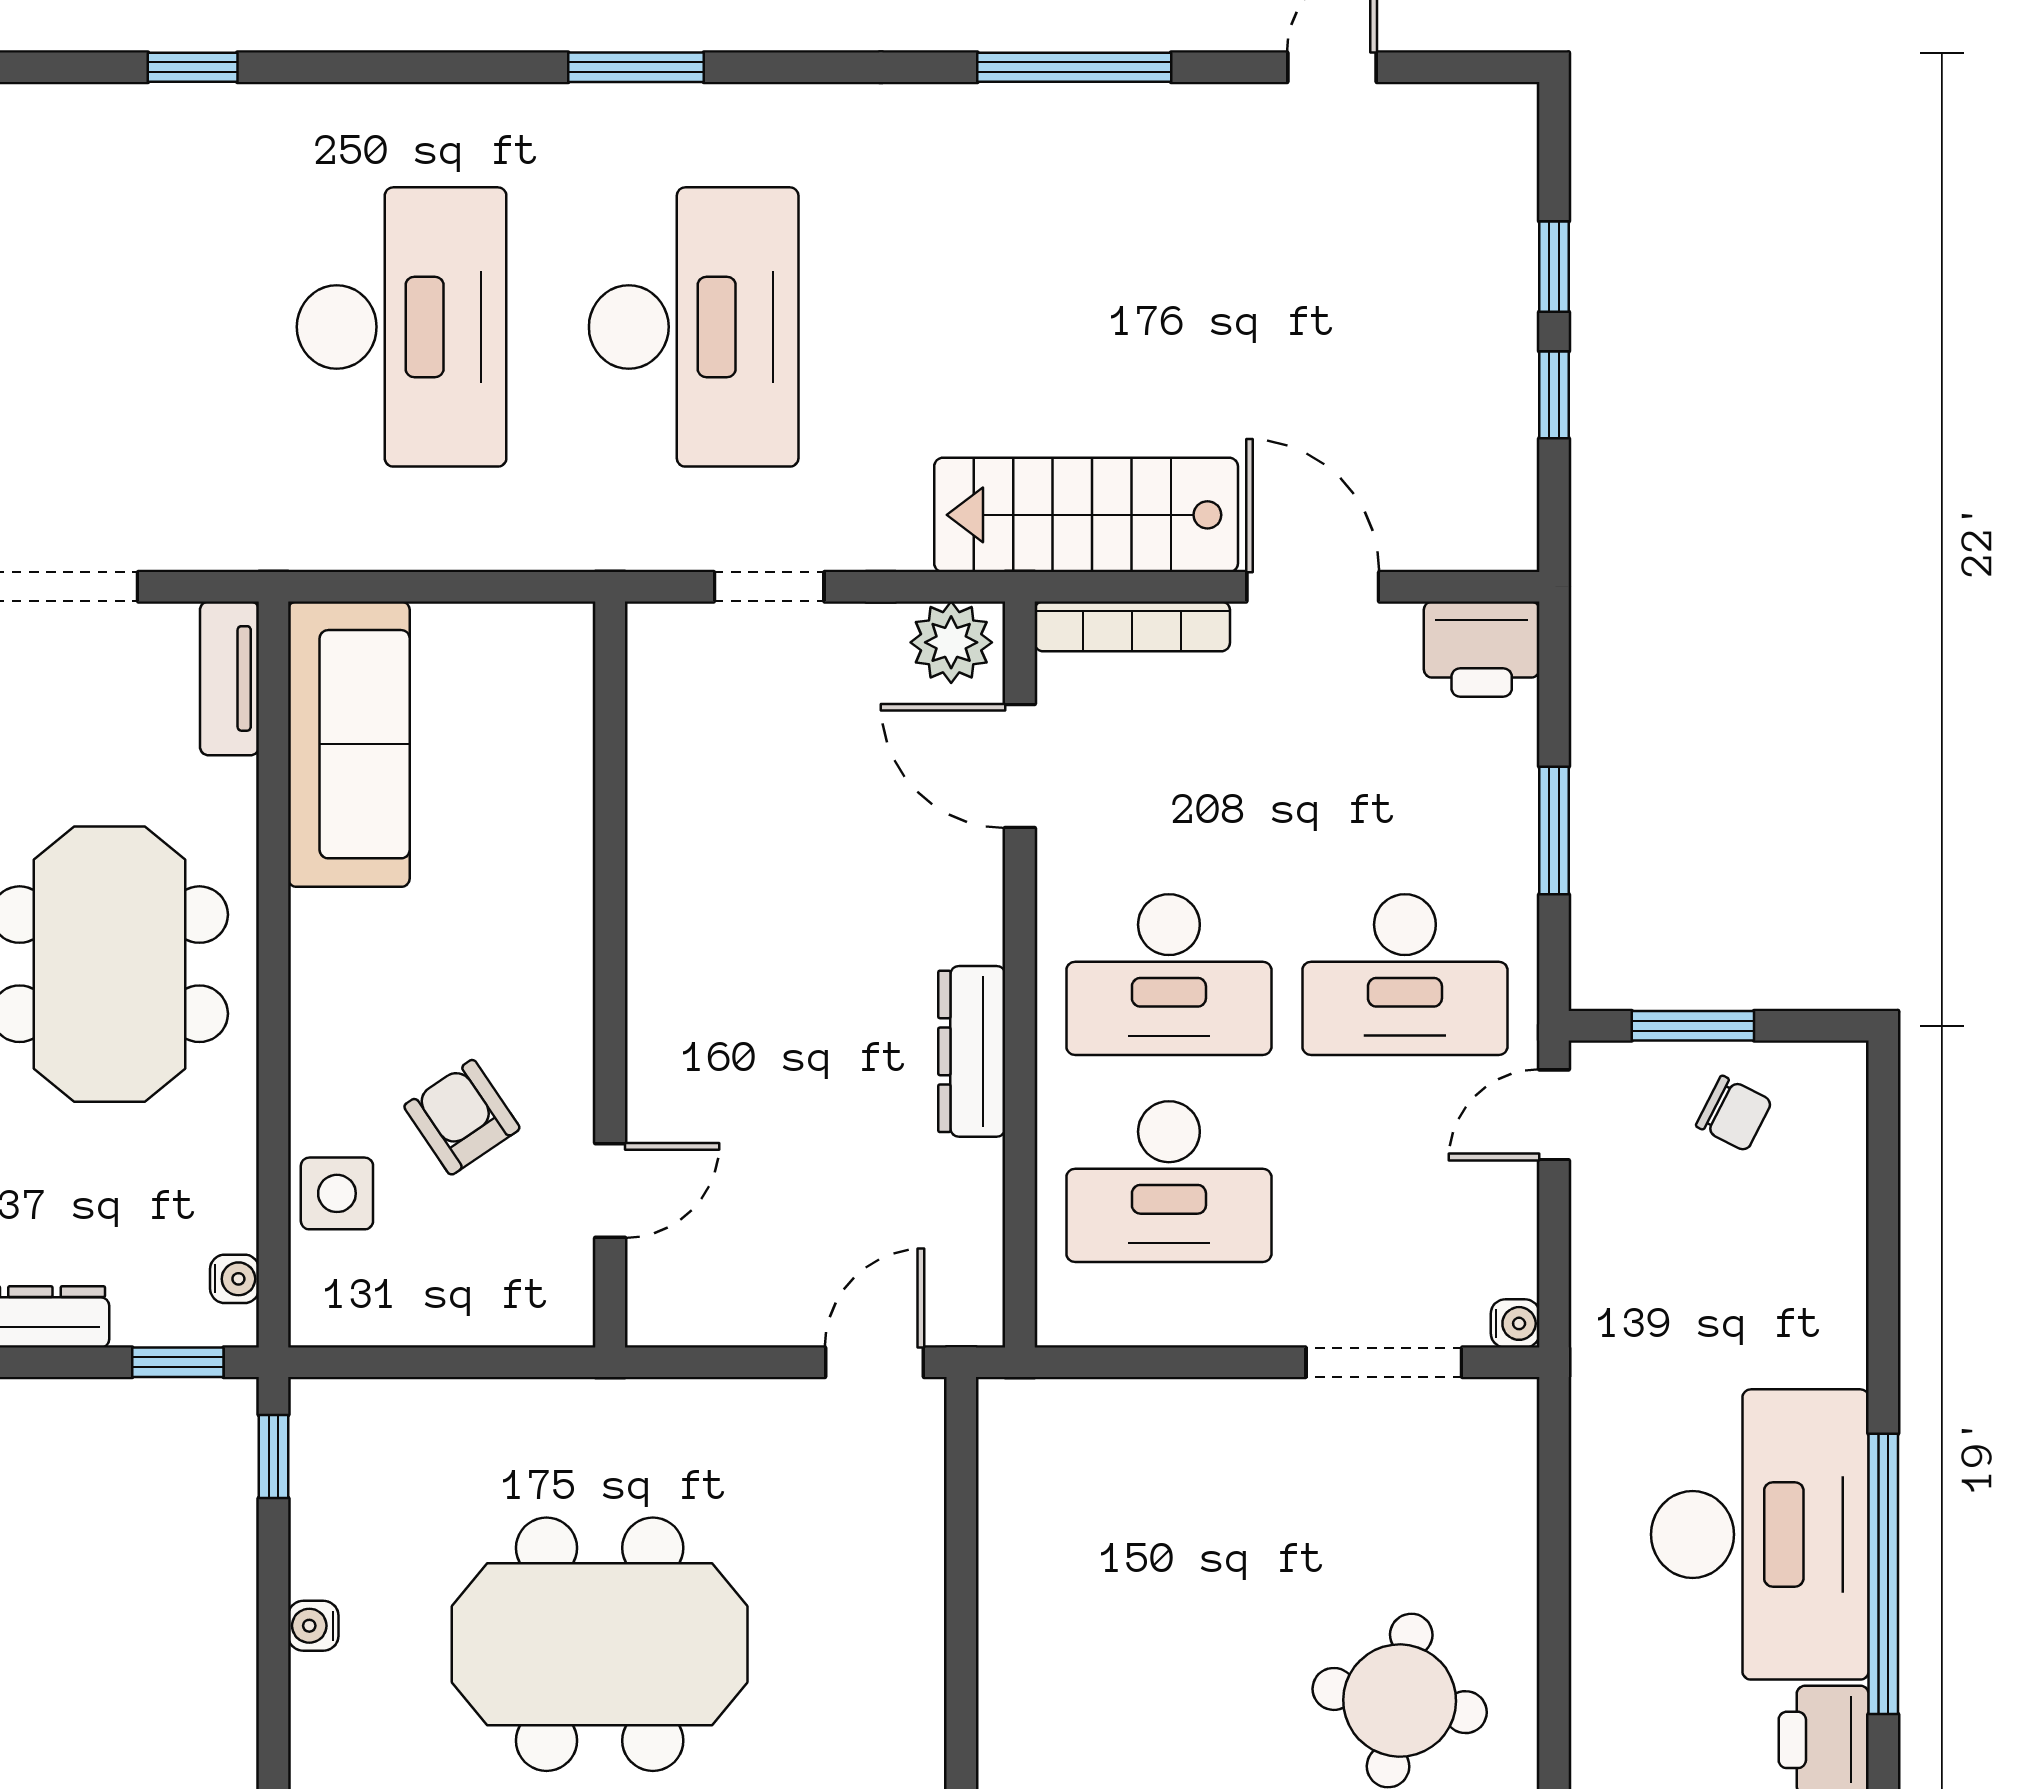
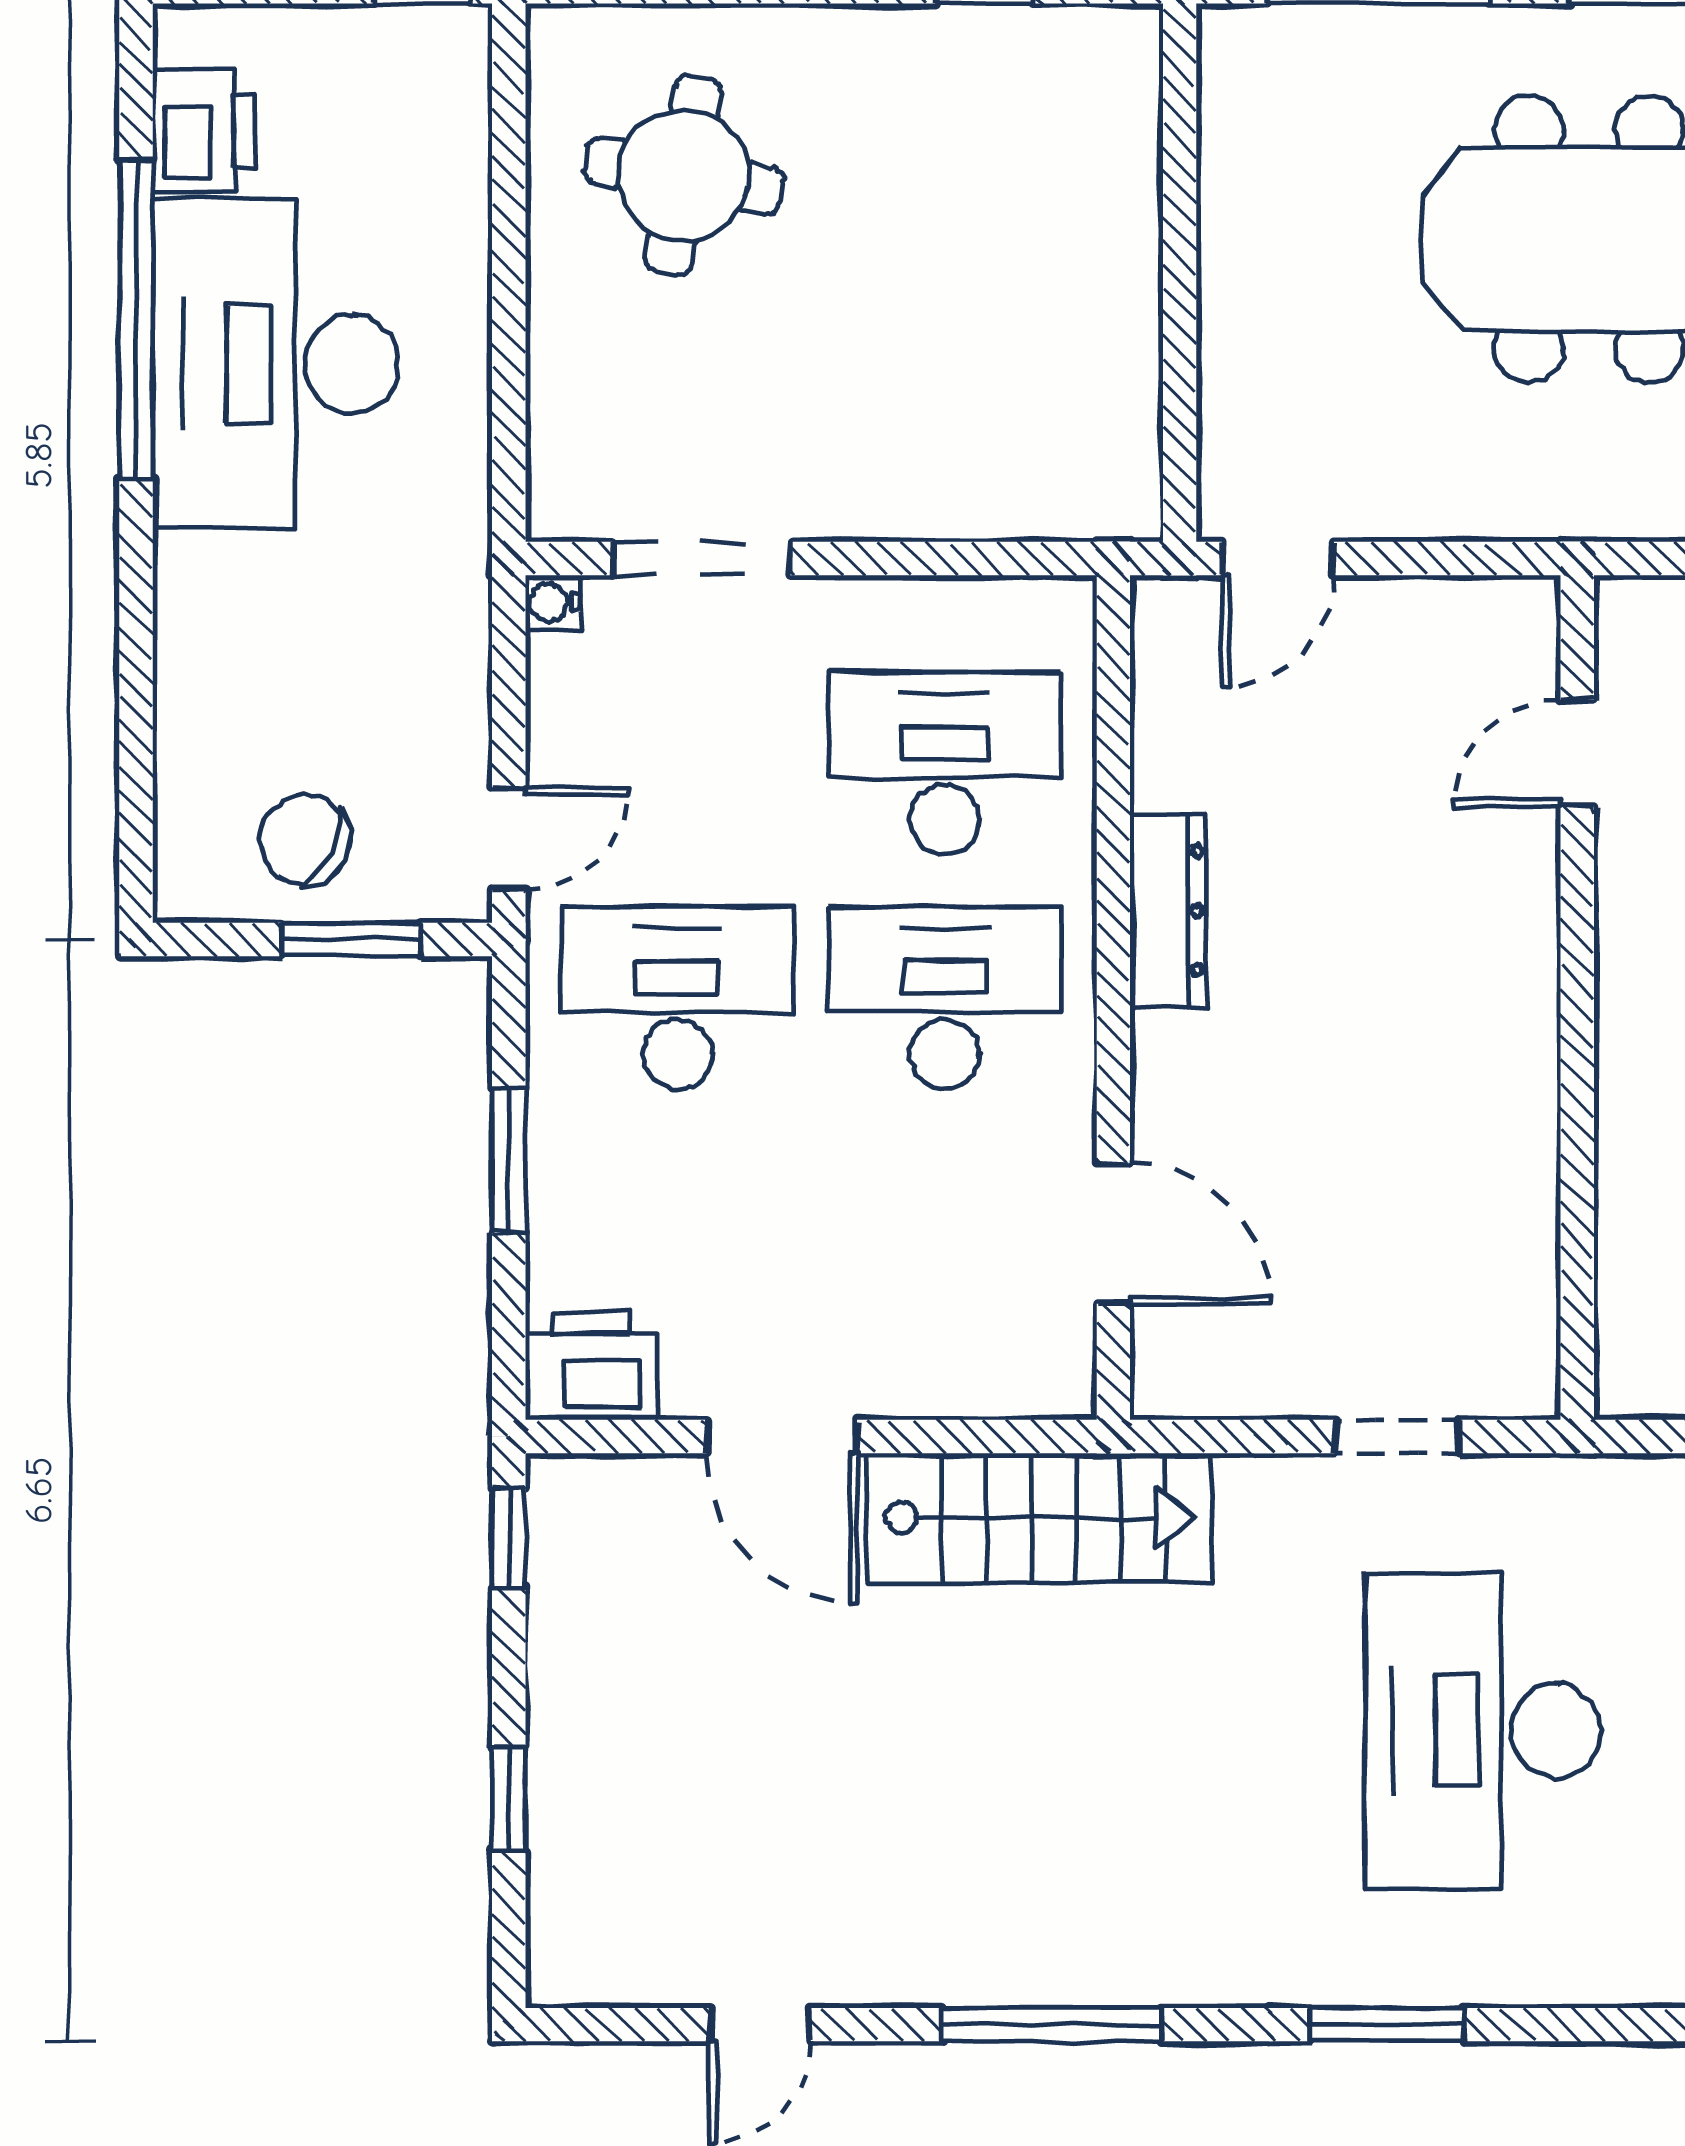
window: (636, 67) -> (1387, 2025), moved
window: (1554, 395) -> (509, 1538), moved
bookcase: (1132, 626) -> (986, 1392), removed
plant: (951, 642) -> (1191, 1374), removed
chair: (1734, 1114) -> (305, 840), width x1.37, depth x1.37

